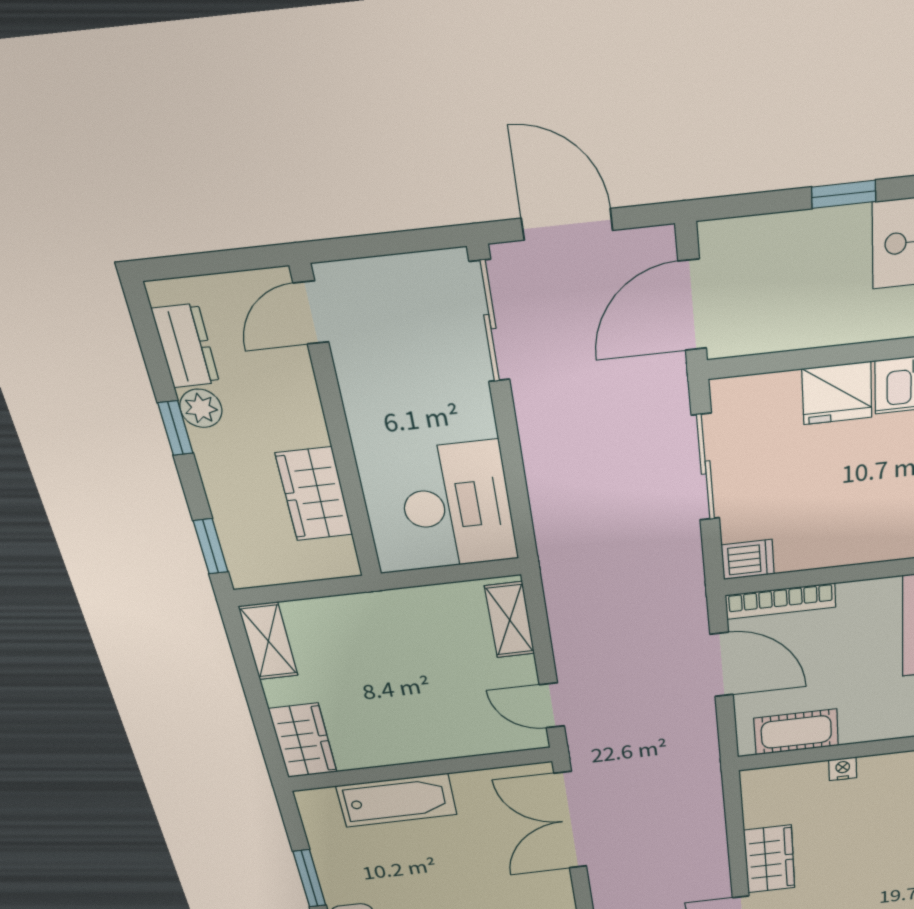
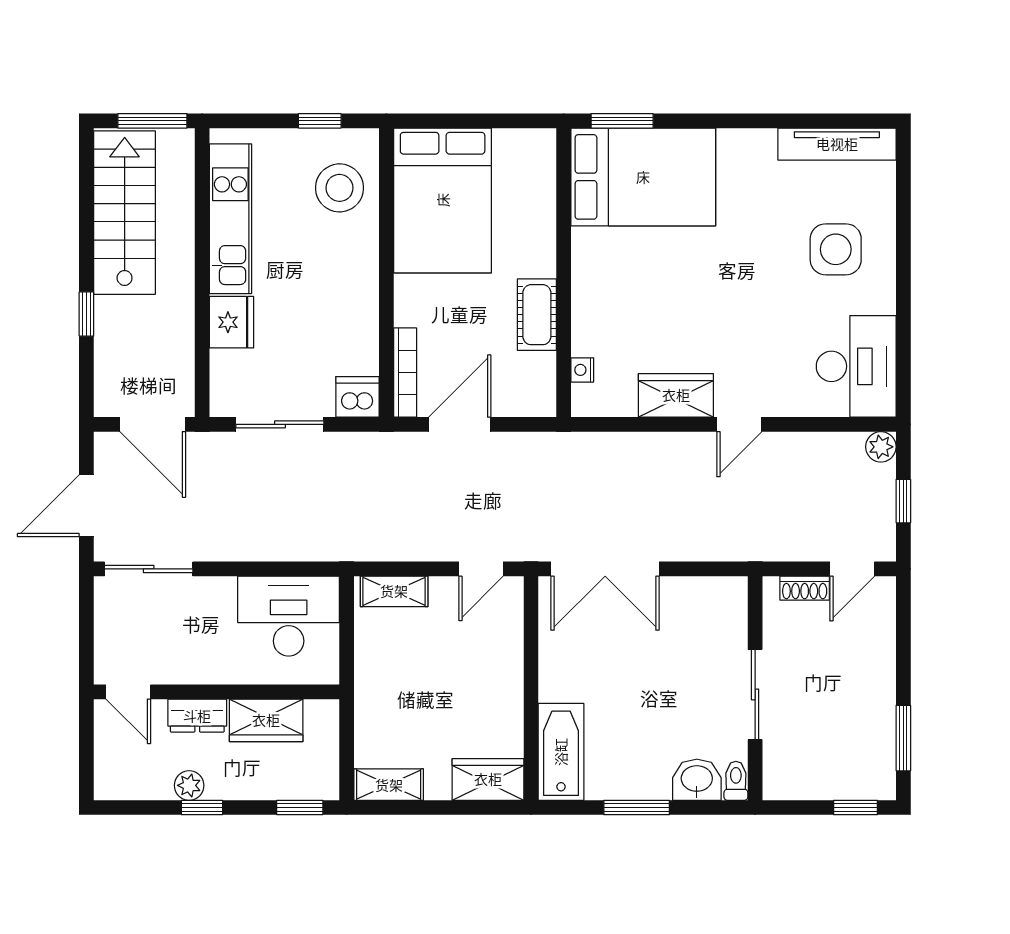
dresser: (186, 346) -> (197, 716), moved, turned 180
dishwasher: (748, 560) -> (358, 397), width x1.38
cot: (796, 732) -> (537, 315), moved
nightstand: (843, 769) -> (582, 370), moved
bathtub: (397, 800) -> (561, 752), moved

